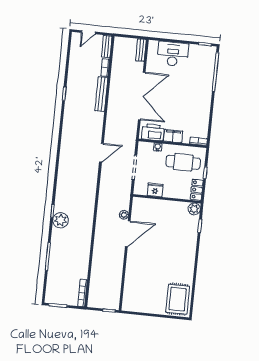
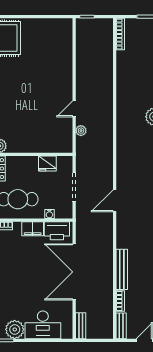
plant: (197, 52) -> (15, 329), added
door: (128, 234) -> (74, 109), width x0.53

